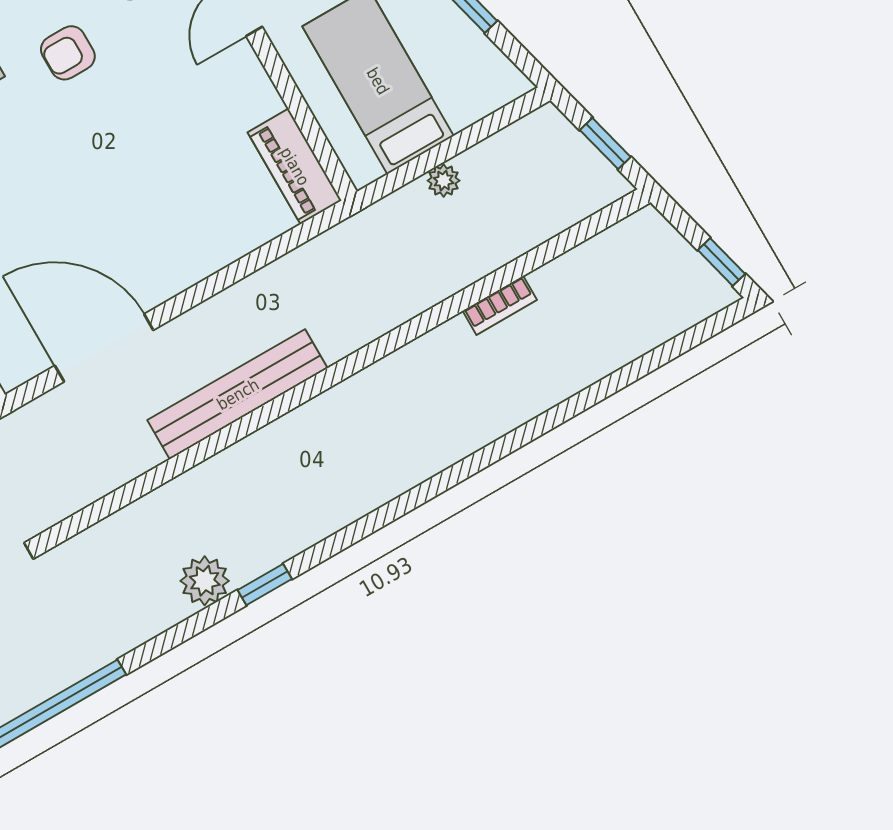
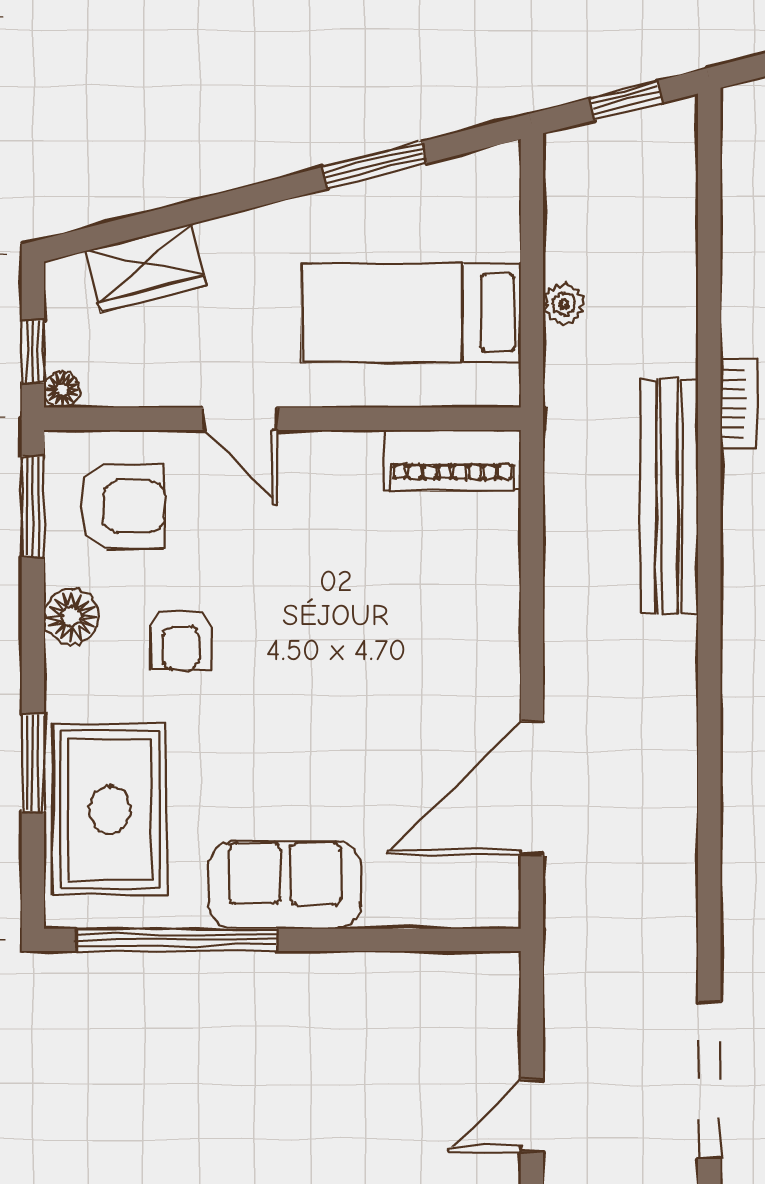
bookcase: (500, 305) -> (738, 403), moved
bench: (238, 394) -> (669, 497), moved

